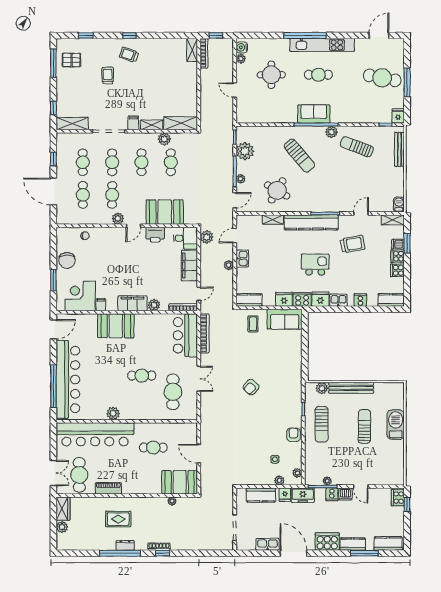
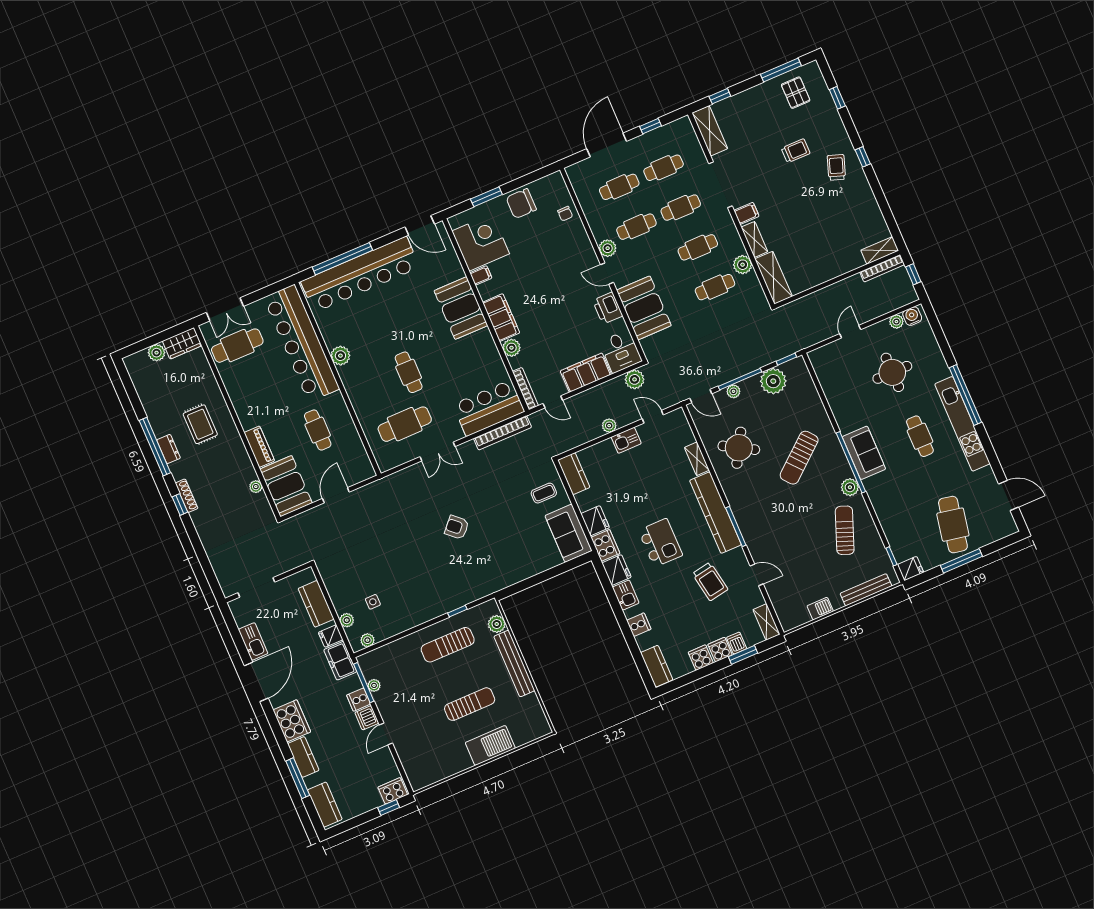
barbecue: (399, 205) -> (820, 609), moved
armchair: (293, 435) -> (417, 613), removed
piano: (108, 488) -> (259, 447), moved

